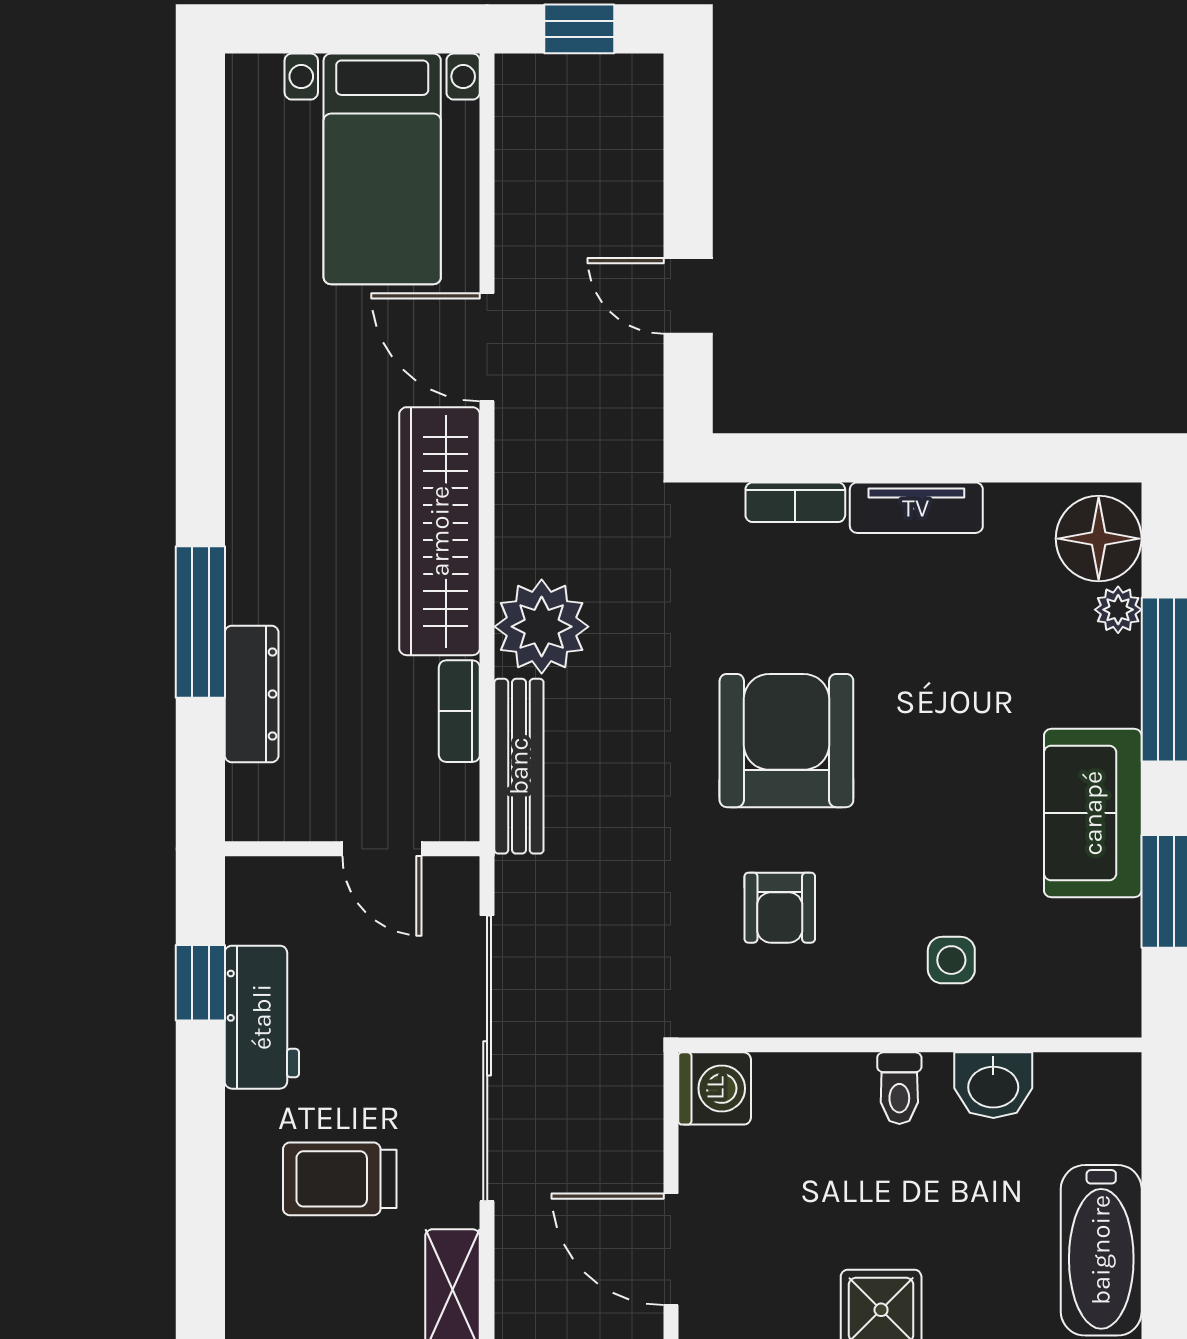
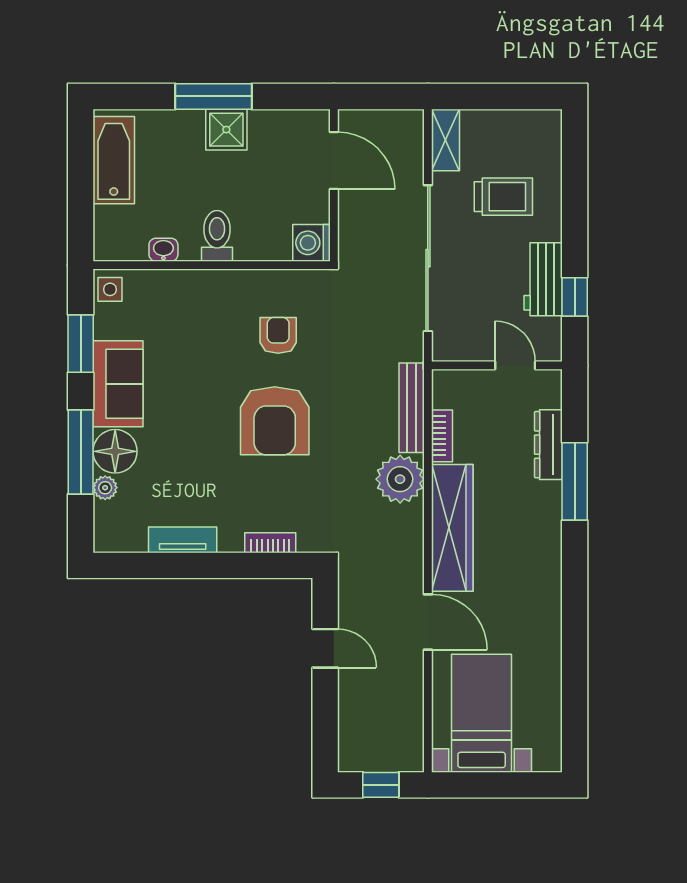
tv unit: (916, 508) -> (183, 540), moved
floor lamp: (1099, 539) -> (115, 451), moved
door: (382, 849) -> (515, 365), moved
side table: (951, 960) -> (110, 289), moved
washbasin: (993, 1085) -> (163, 250), width x0.72, depth x0.69
toilet: (899, 1088) -> (217, 236), width x1.37, depth x1.39

